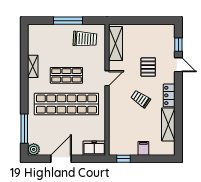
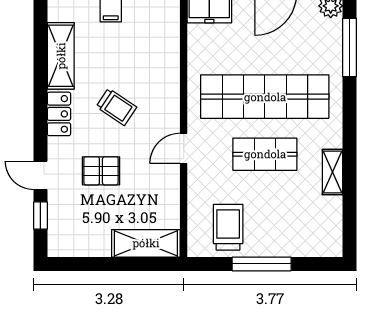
trolley: (85, 39) -> (228, 227), turned 87
shelving: (116, 44) -> (146, 243), moved, turned 90
pallet: (148, 67) -> (101, 171), turned 90

